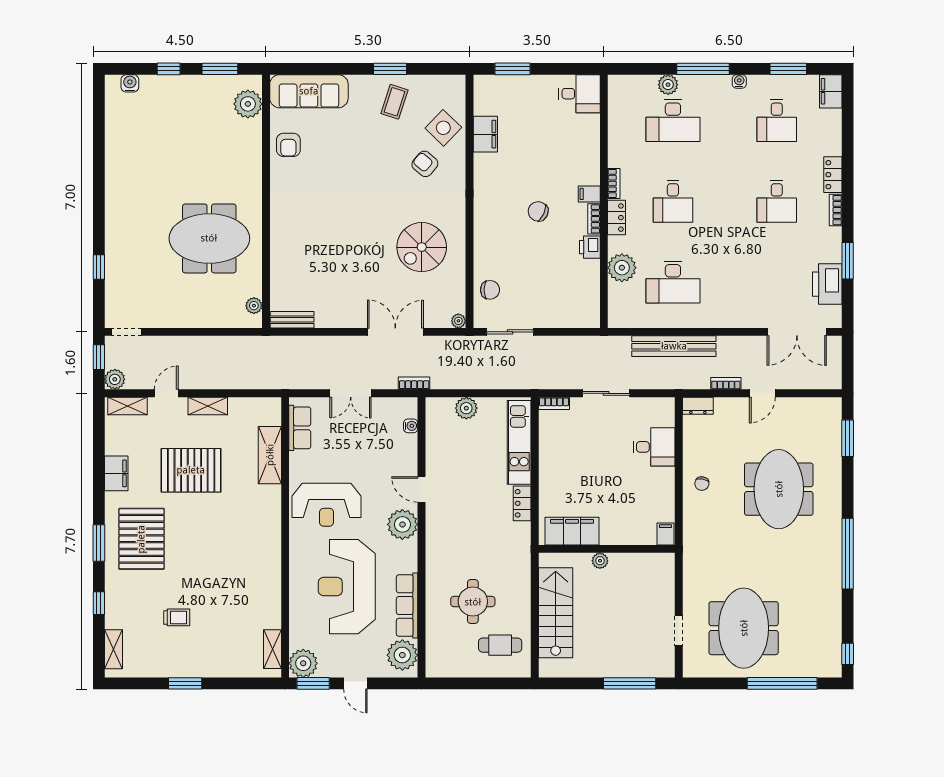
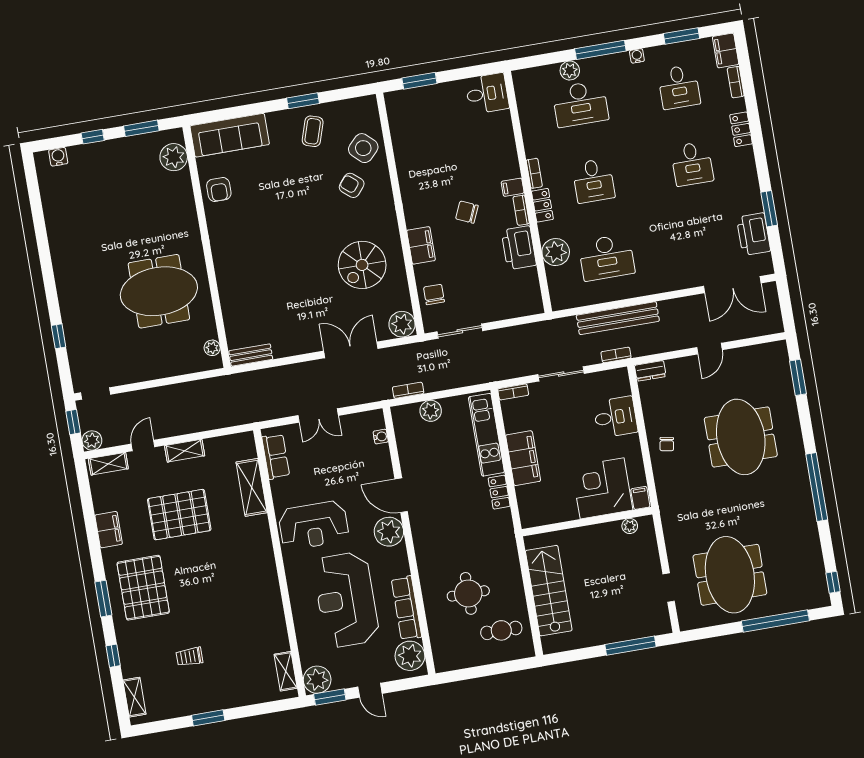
filing cabinet: (485, 134) -> (421, 245), moved
bookcase: (836, 210) -> (736, 82), moved
printer: (590, 247) -> (519, 248), width x1.87, depth x1.48
chair: (490, 290) -> (434, 294), turned -90
plant: (458, 321) -> (402, 324), width x1.87, depth x1.87
bookcase: (414, 383) -> (408, 390), moved
bookcase: (726, 383) -> (616, 355), moved
door: (421, 489) -> (401, 495), width x1.38
corner desk: (628, 517) -> (602, 488), added
filing cabinet: (572, 531) -> (523, 458), moved, turned 90
plant: (600, 561) -> (630, 526), moved
trolley: (177, 617) -> (189, 657), turned 180

